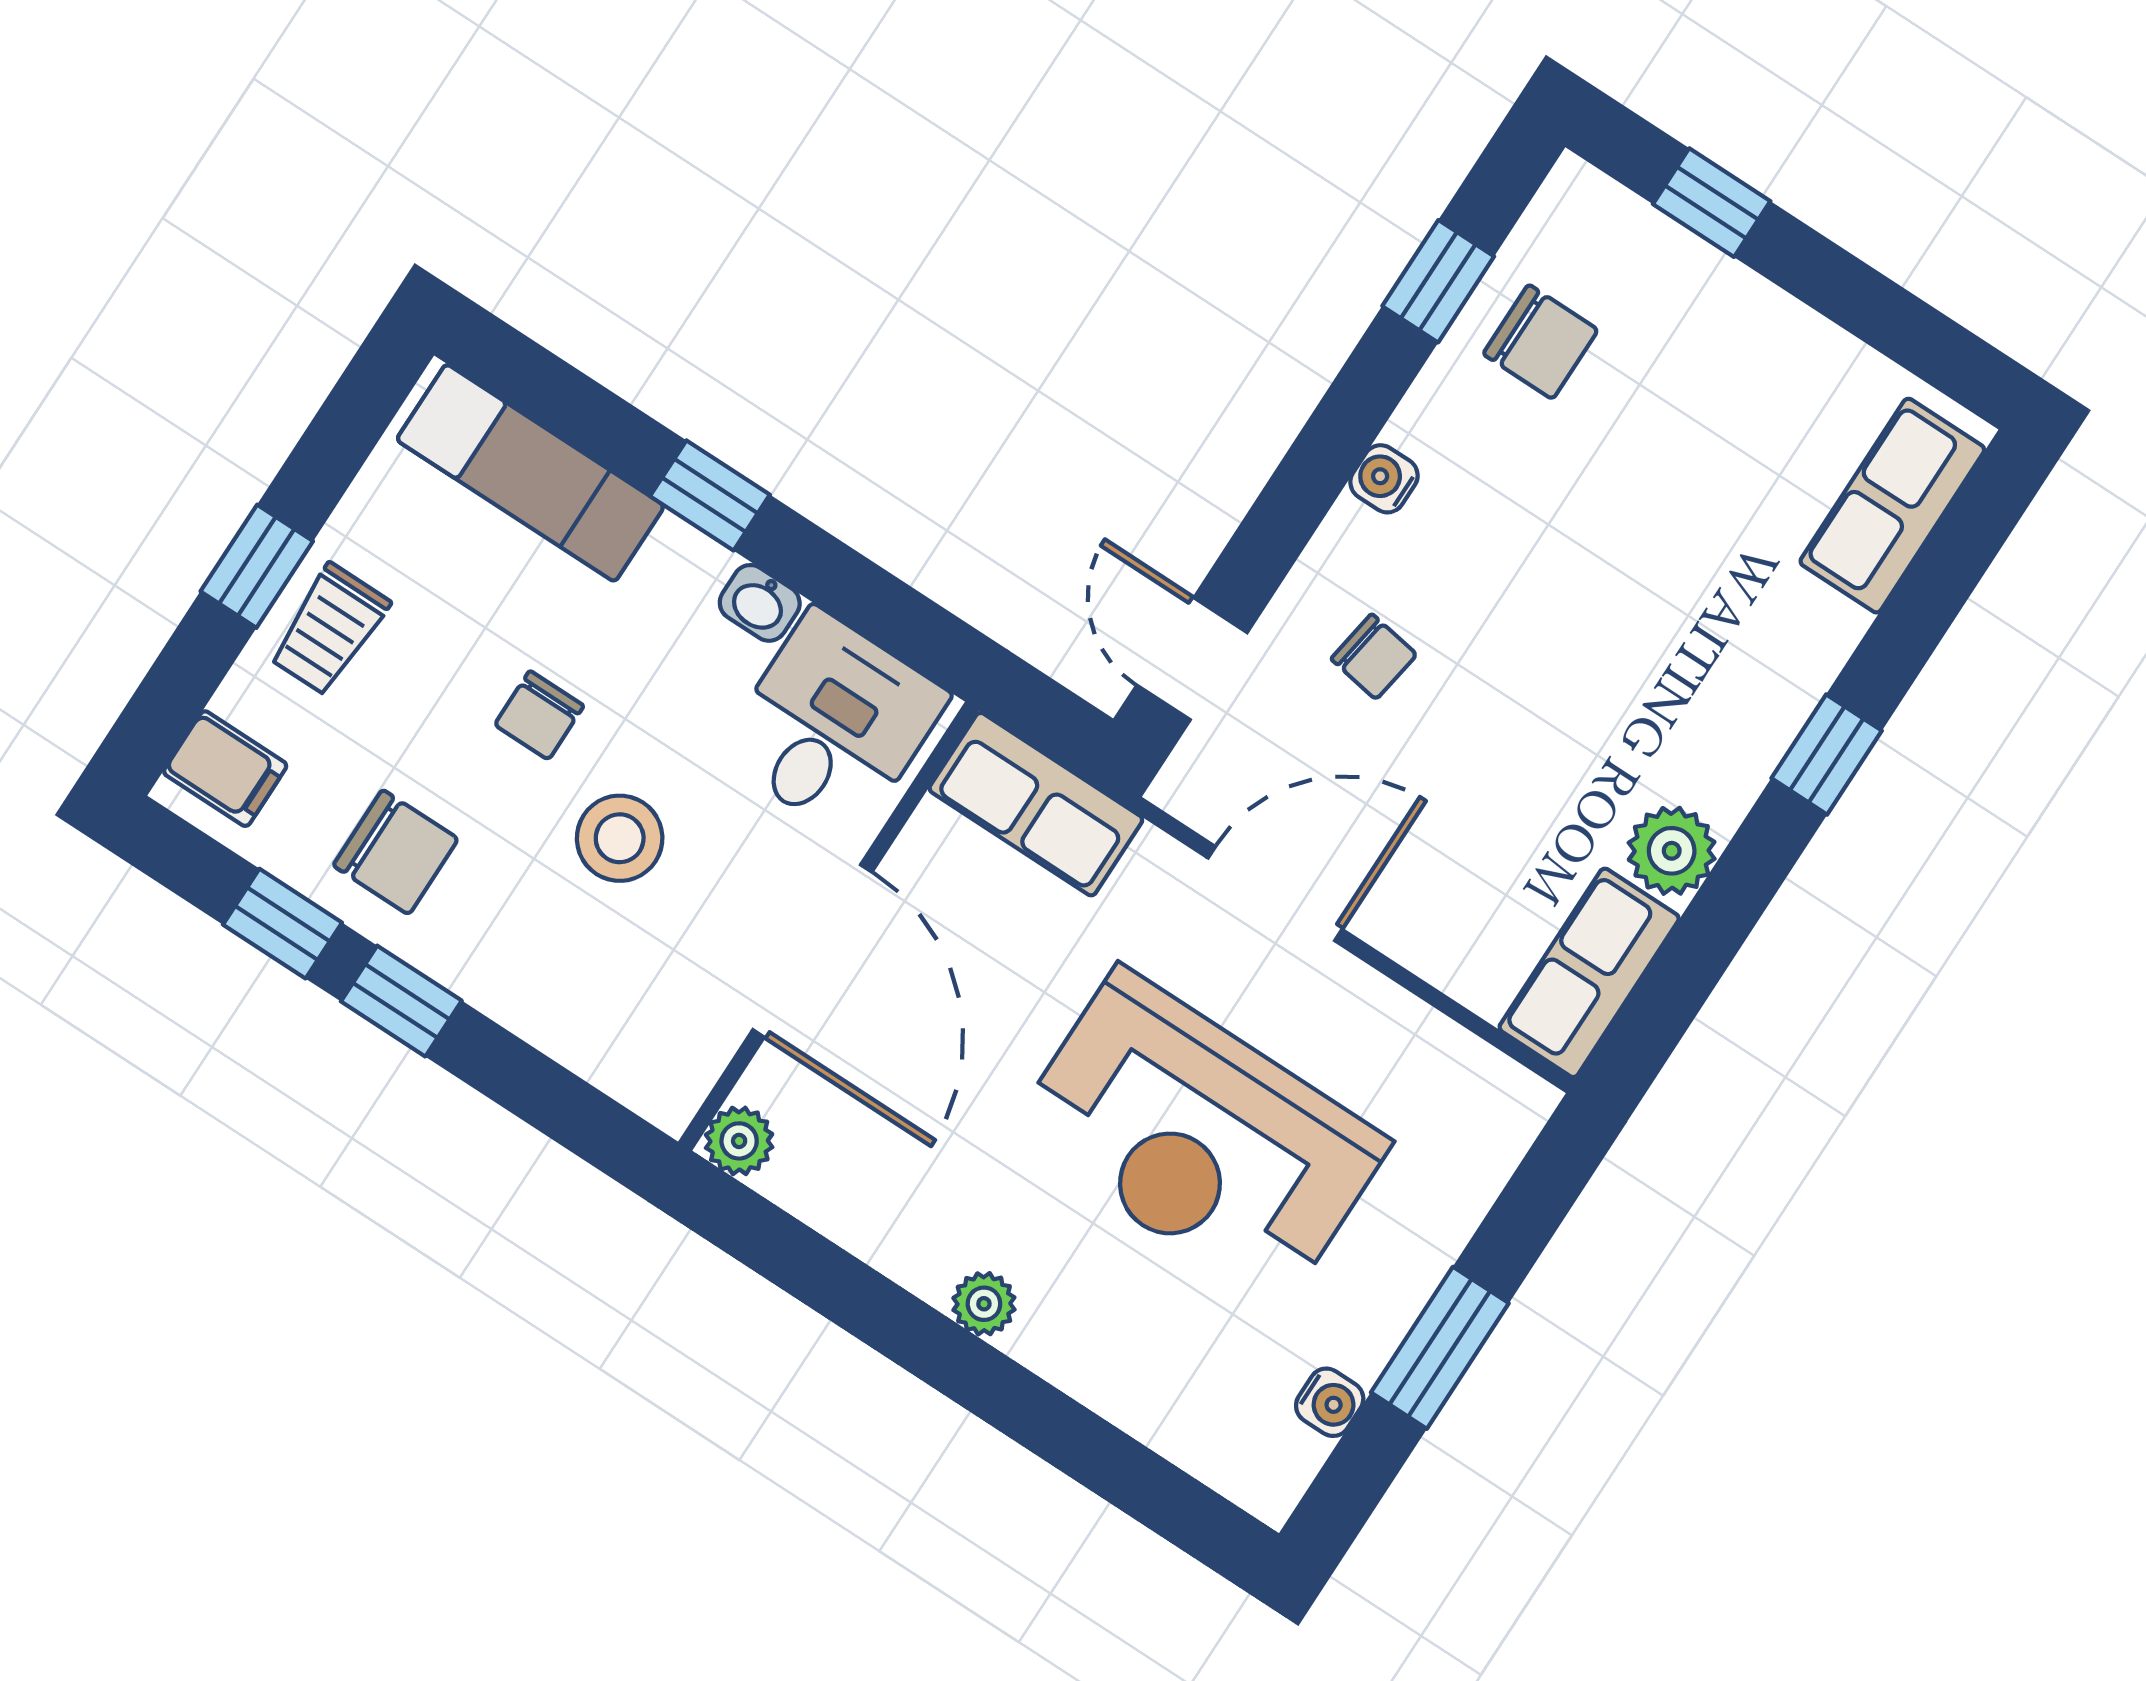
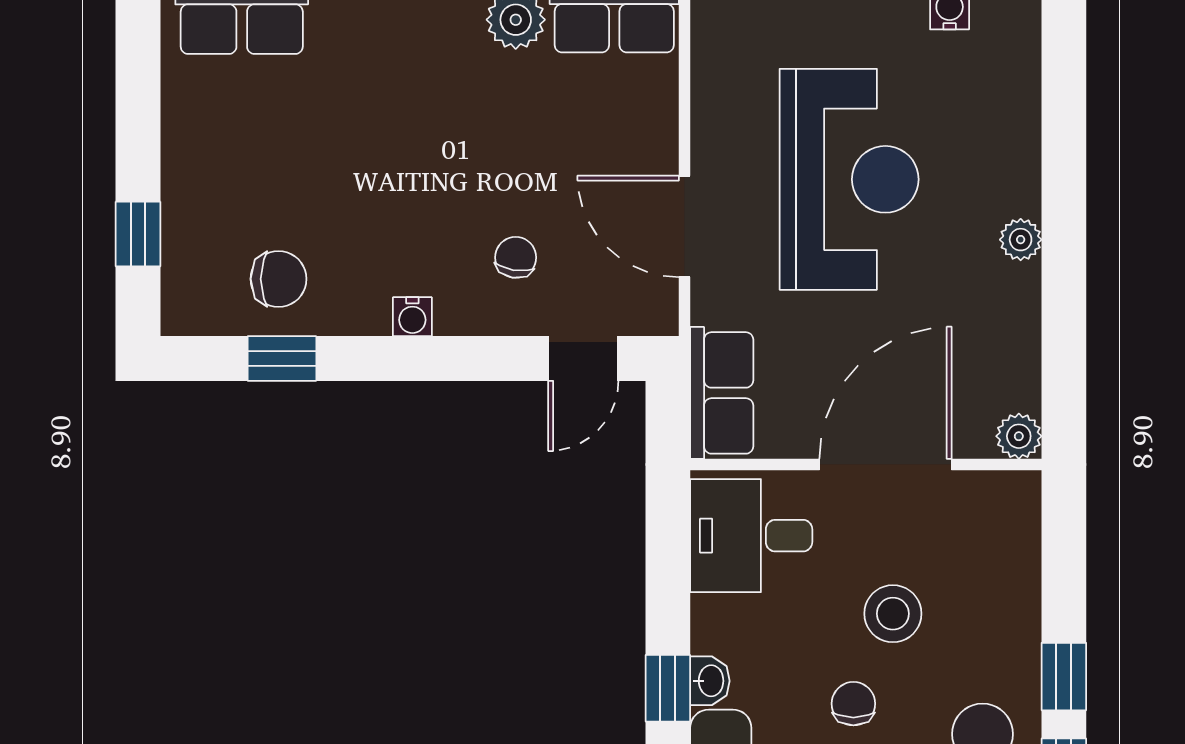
chair: (1541, 342) -> (278, 279), turned 90
washbasin: (760, 603) -> (710, 681), moved
chair: (539, 715) -> (853, 704), turned -90

